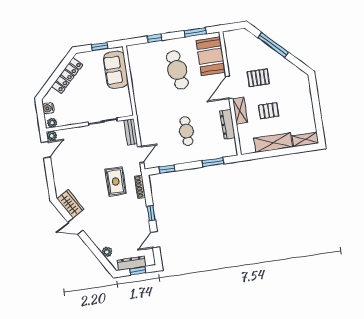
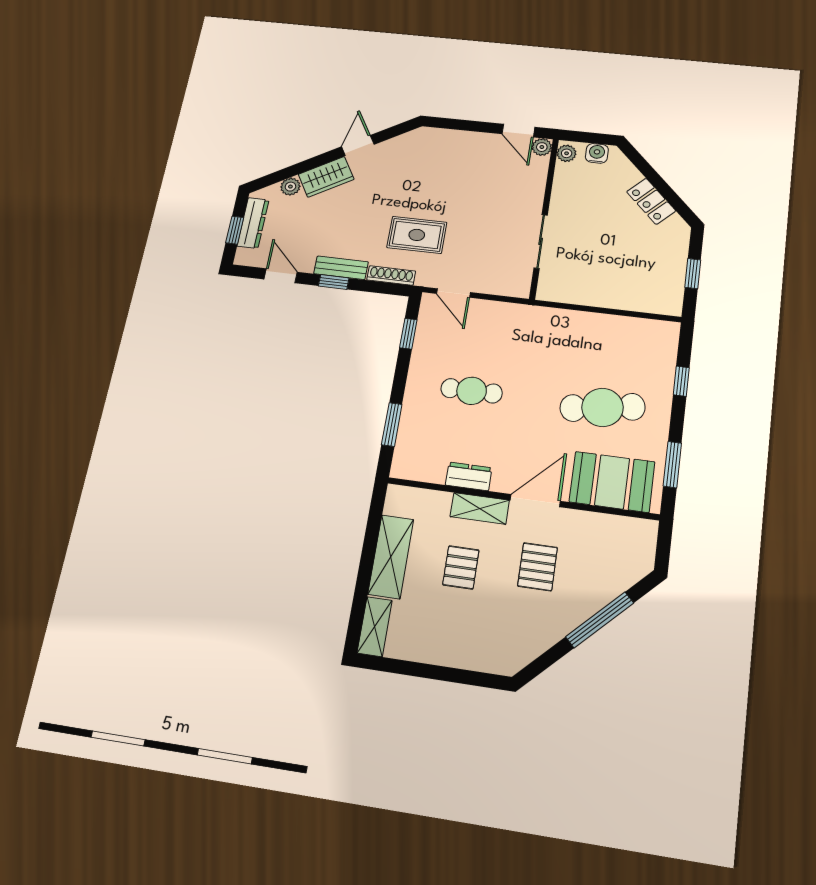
sofa: (116, 70) -> (637, 291), removed
locker: (67, 75) -> (651, 201), width x0.66
door: (229, 87) -> (535, 501), hinge flipped
dresser: (228, 124) -> (469, 476), width x0.70
bench: (131, 132) -> (341, 268), moved
wardrobe: (70, 204) -> (326, 177), moved

